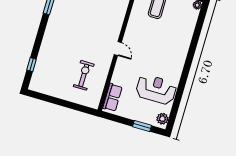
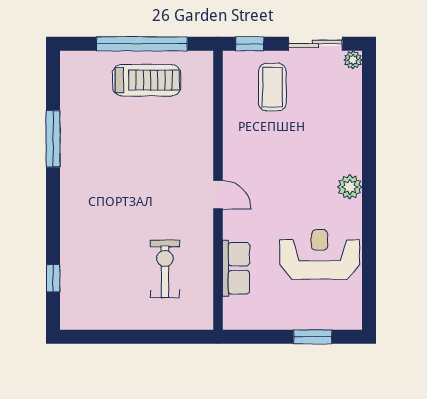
row of seats: (112, 97) -> (236, 268), moved
plant: (162, 119) -> (350, 187), moved

